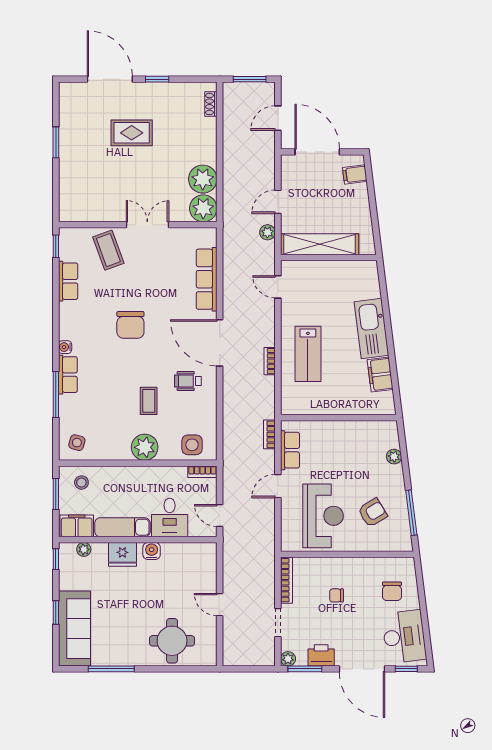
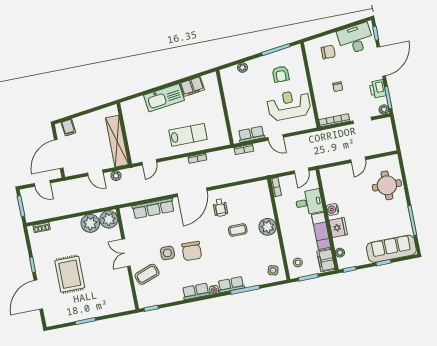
rug: (132, 133) -> (70, 274), width x1.36, depth x1.43
row of seats: (68, 281) -> (196, 291), moved
chair: (130, 325) -> (192, 251), turned 92
side table: (192, 445) -> (167, 253), moved
armchair: (373, 513) -> (281, 74), turned -149

